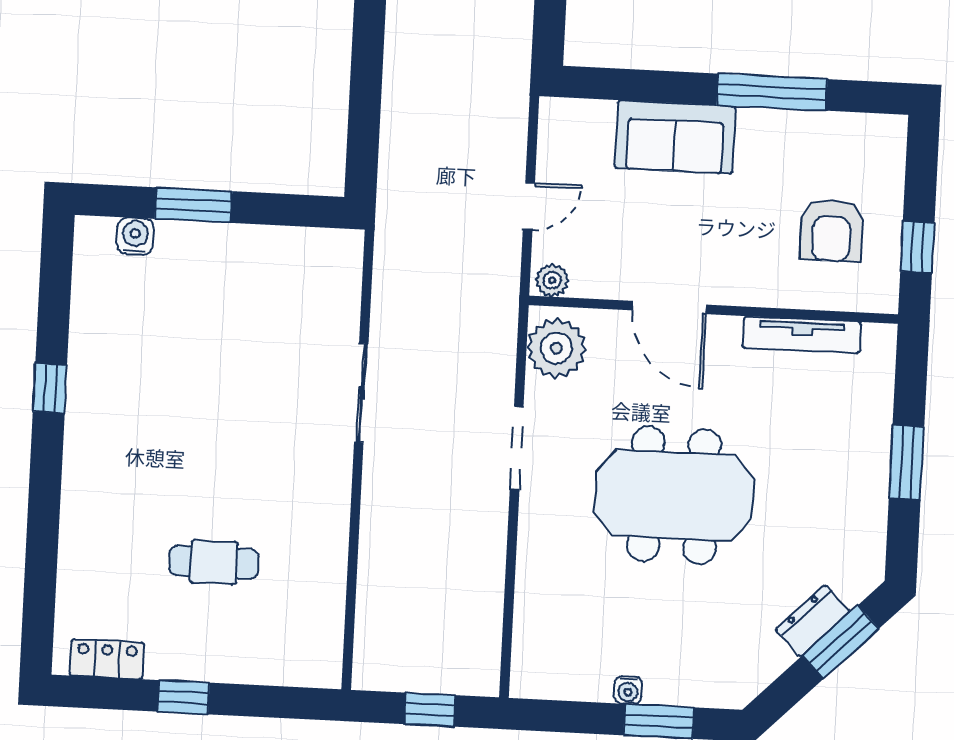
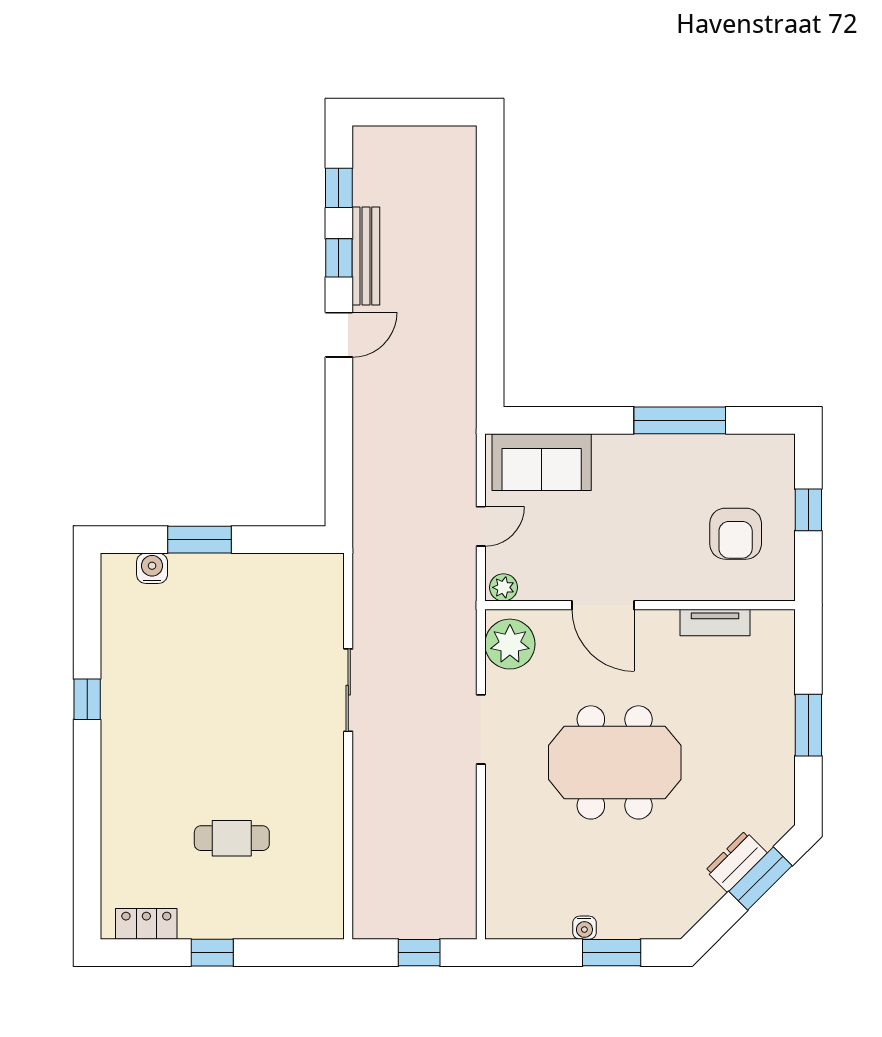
sofa: (675, 137) -> (542, 462), moved
window: (917, 247) -> (808, 510), moved
tv unit: (802, 335) -> (715, 623), width x0.71

